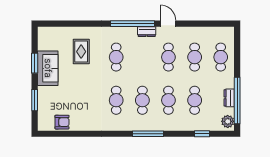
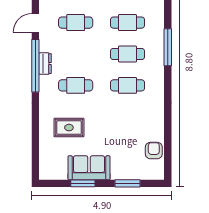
dresser: (147, 32) -> (45, 64), moved

